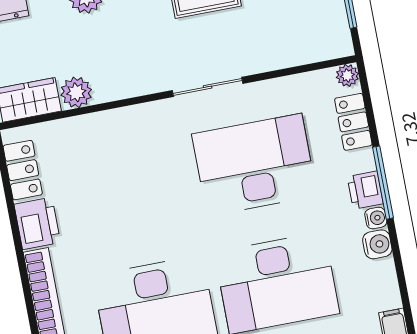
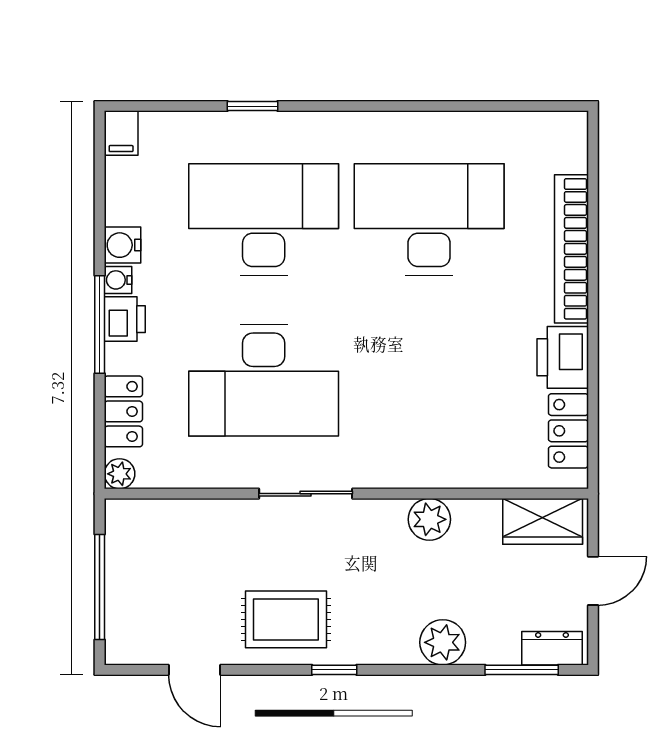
plant: (76, 92) -> (429, 519), moved

